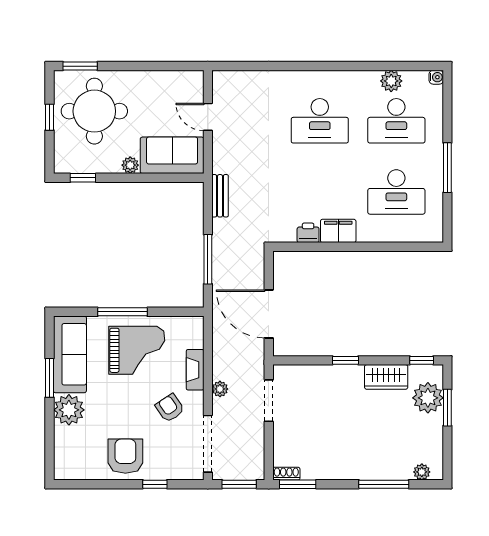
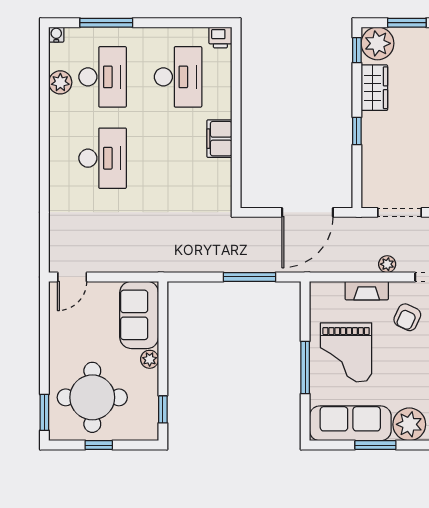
door: (208, 117) -> (72, 277), moved
window: (447, 168) -> (106, 23), moved
bench: (220, 196) -> (182, 264), removed
printer: (308, 233) -> (220, 37), moved, turned -90
grand piano: (137, 350) -> (346, 352), turned 180
plant: (428, 398) -> (378, 43), moved
armchair: (170, 408) -> (407, 317), turned -31

